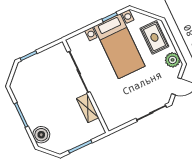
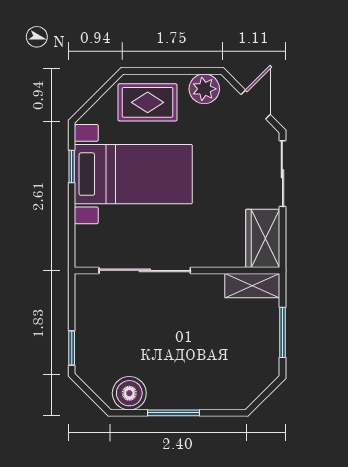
shelving: (88, 108) -> (252, 286), moved
wardrobe: (118, 118) -> (263, 238), added
boiler: (41, 135) -> (129, 393), moved

